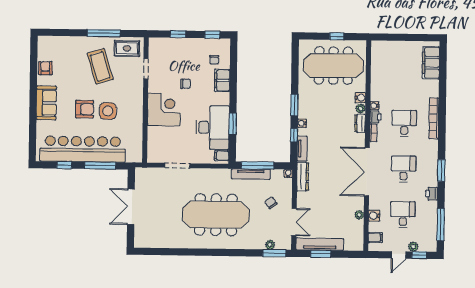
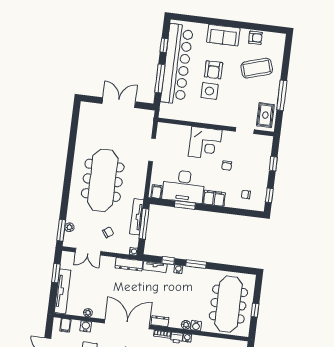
coffee table: (100, 66) -> (257, 68), moved
filing cabinet: (222, 80) -> (214, 198), moved
dresser: (360, 123) -> (160, 321), moved
tv unit: (320, 244) -> (63, 291), moved

